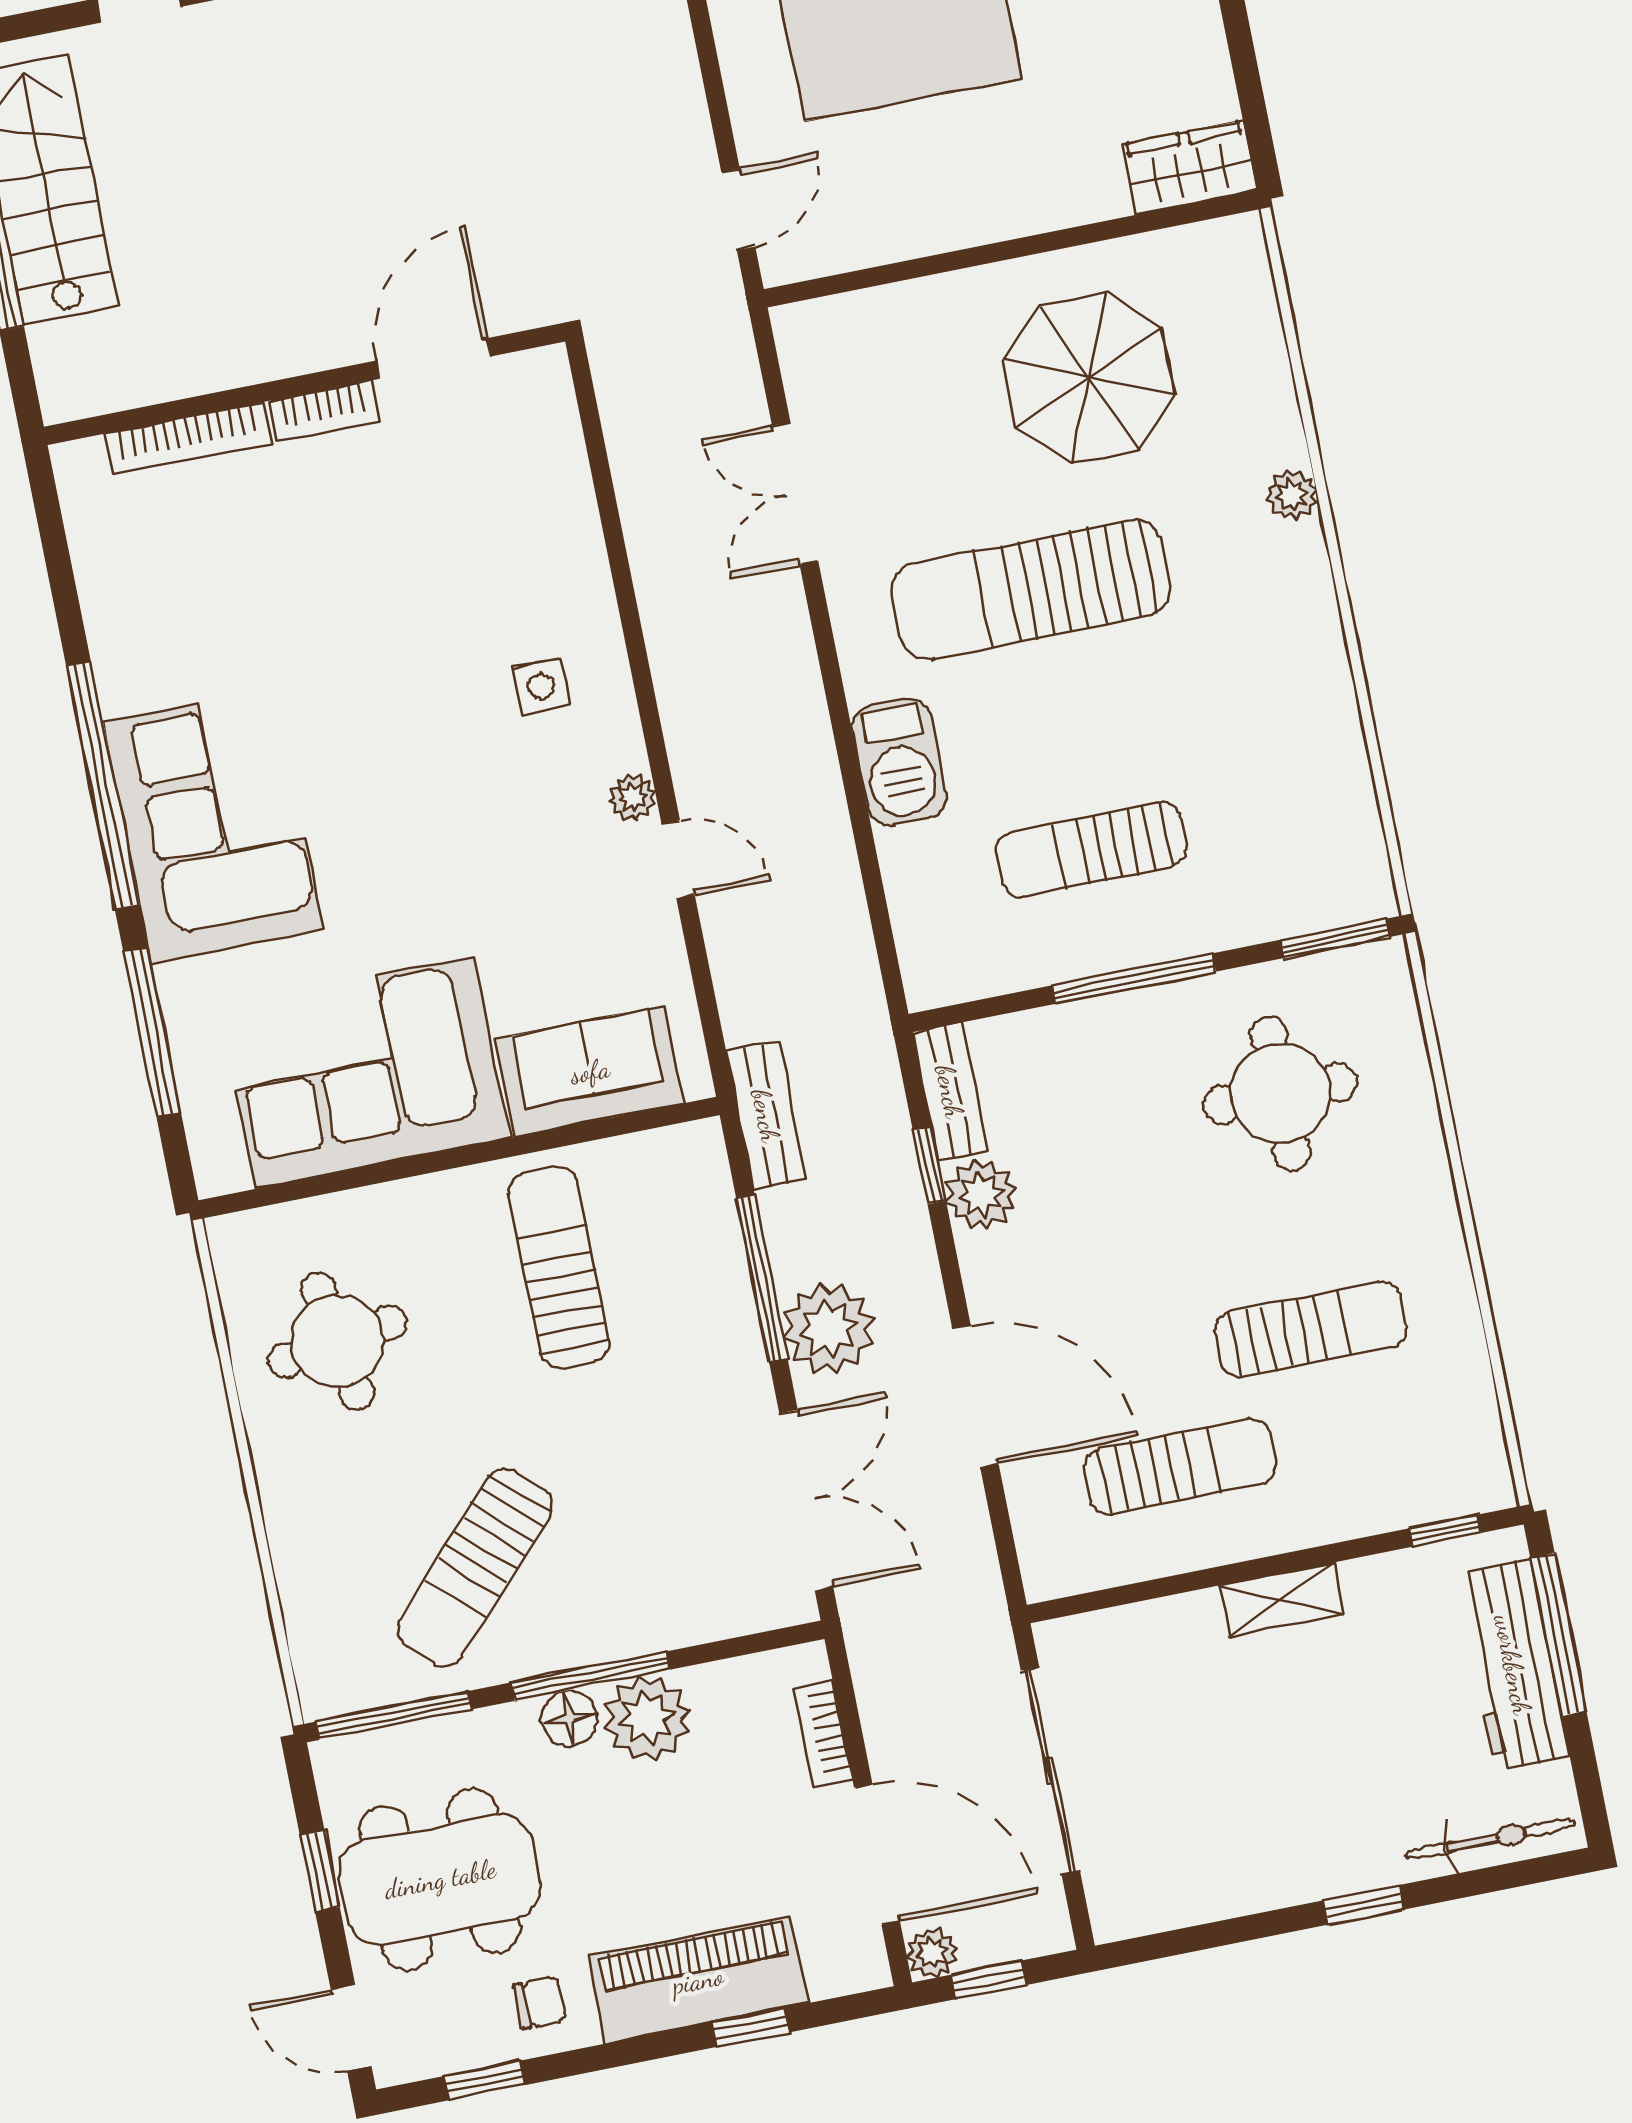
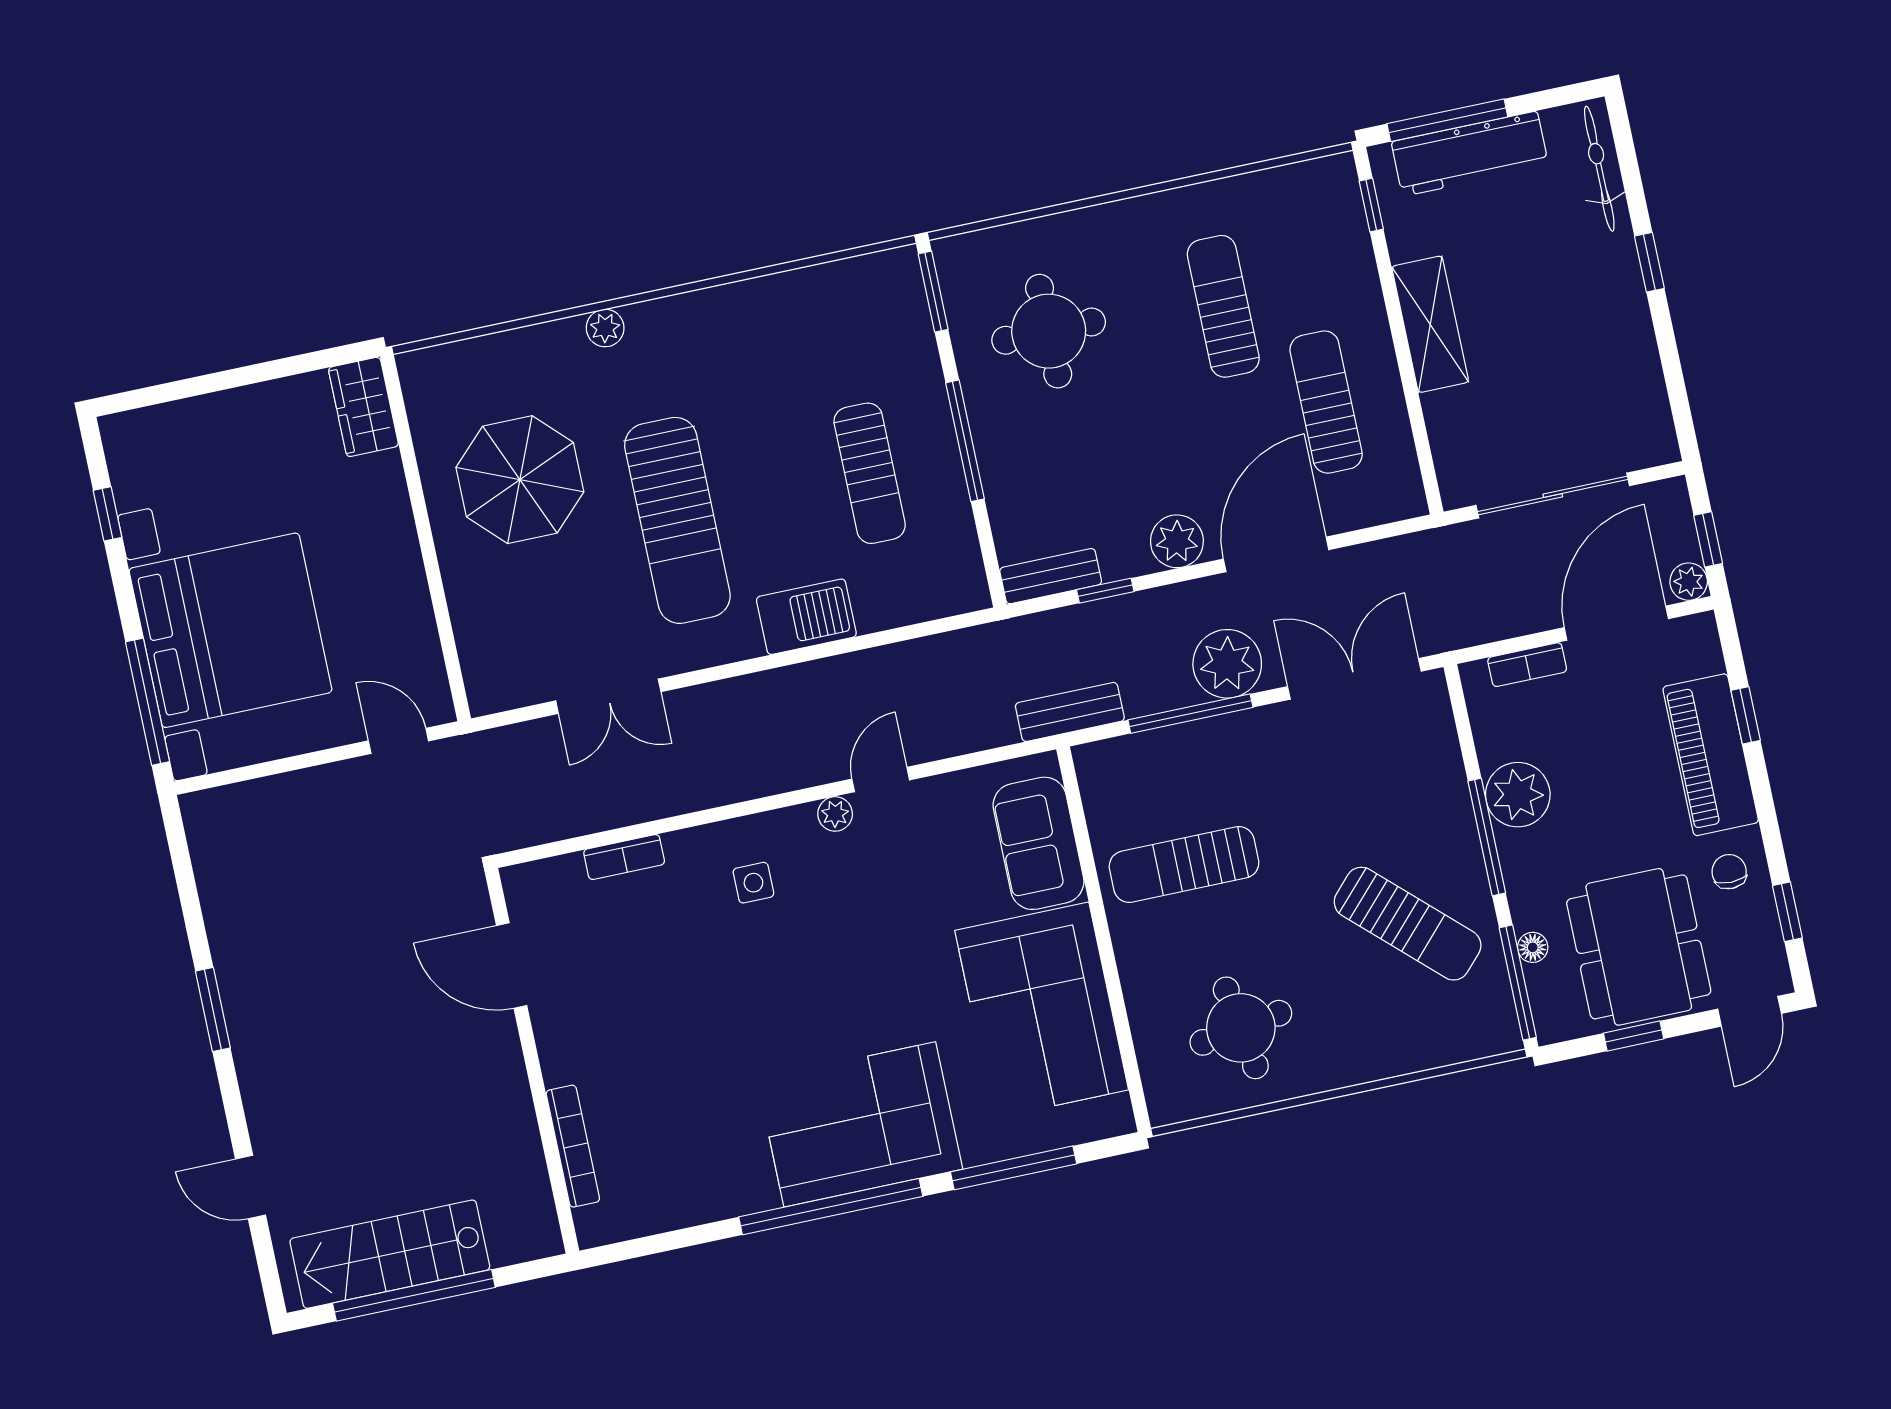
bookcase: (324, 411) -> (624, 857), moved, turned 90
plant: (981, 1194) -> (1177, 541), moved
shelving: (1282, 1600) -> (1430, 324), width x1.50, depth x1.33
floor lamp: (569, 1718) -> (1533, 947), moved, width x0.73, depth x0.73

